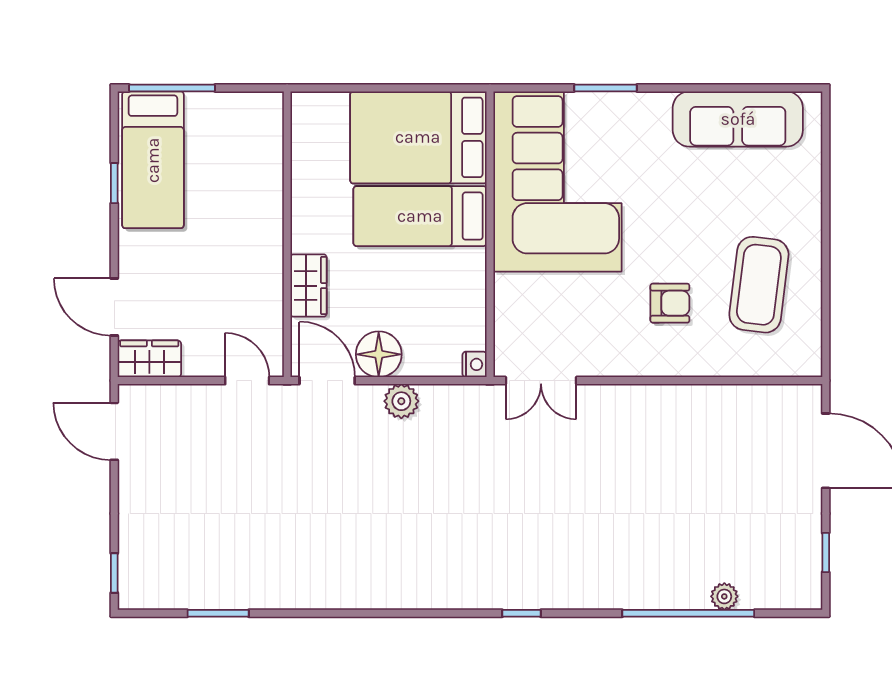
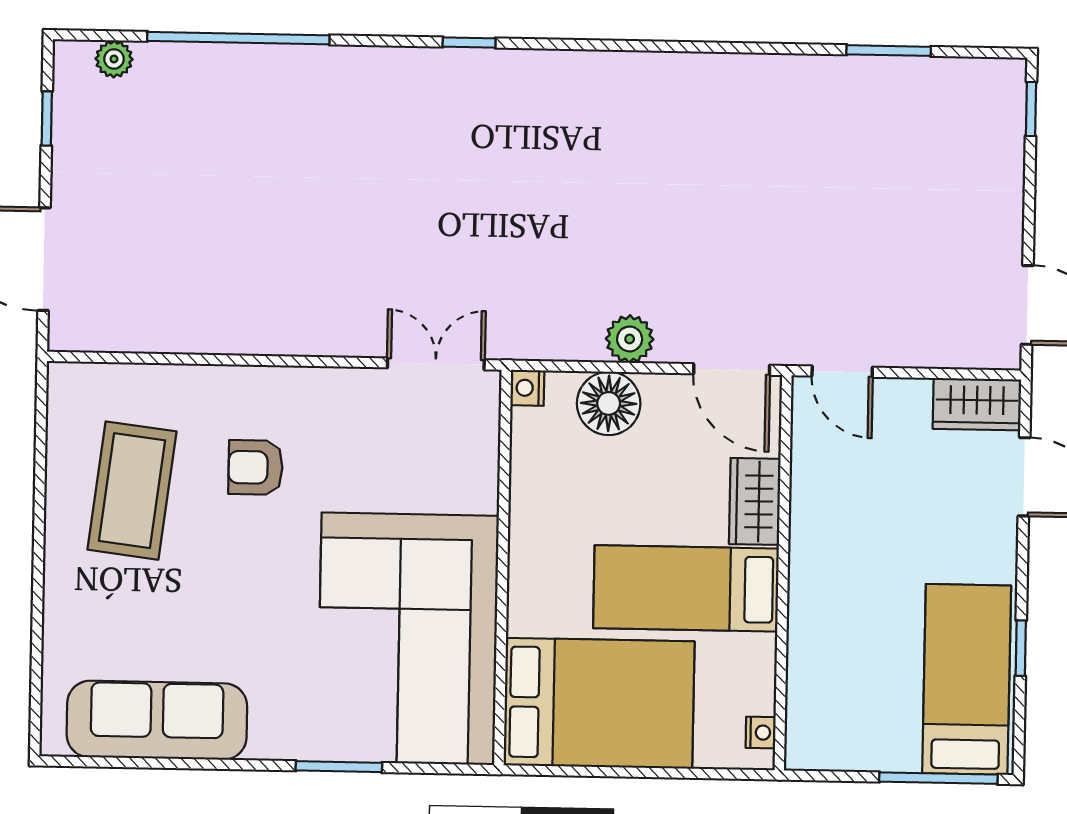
nightstand: (301, 119) -> (761, 733), added
bed: (420, 216) -> (686, 588), moved, turned 180
floor lamp: (379, 354) -> (609, 403), moved
plant: (724, 596) -> (114, 59), moved

